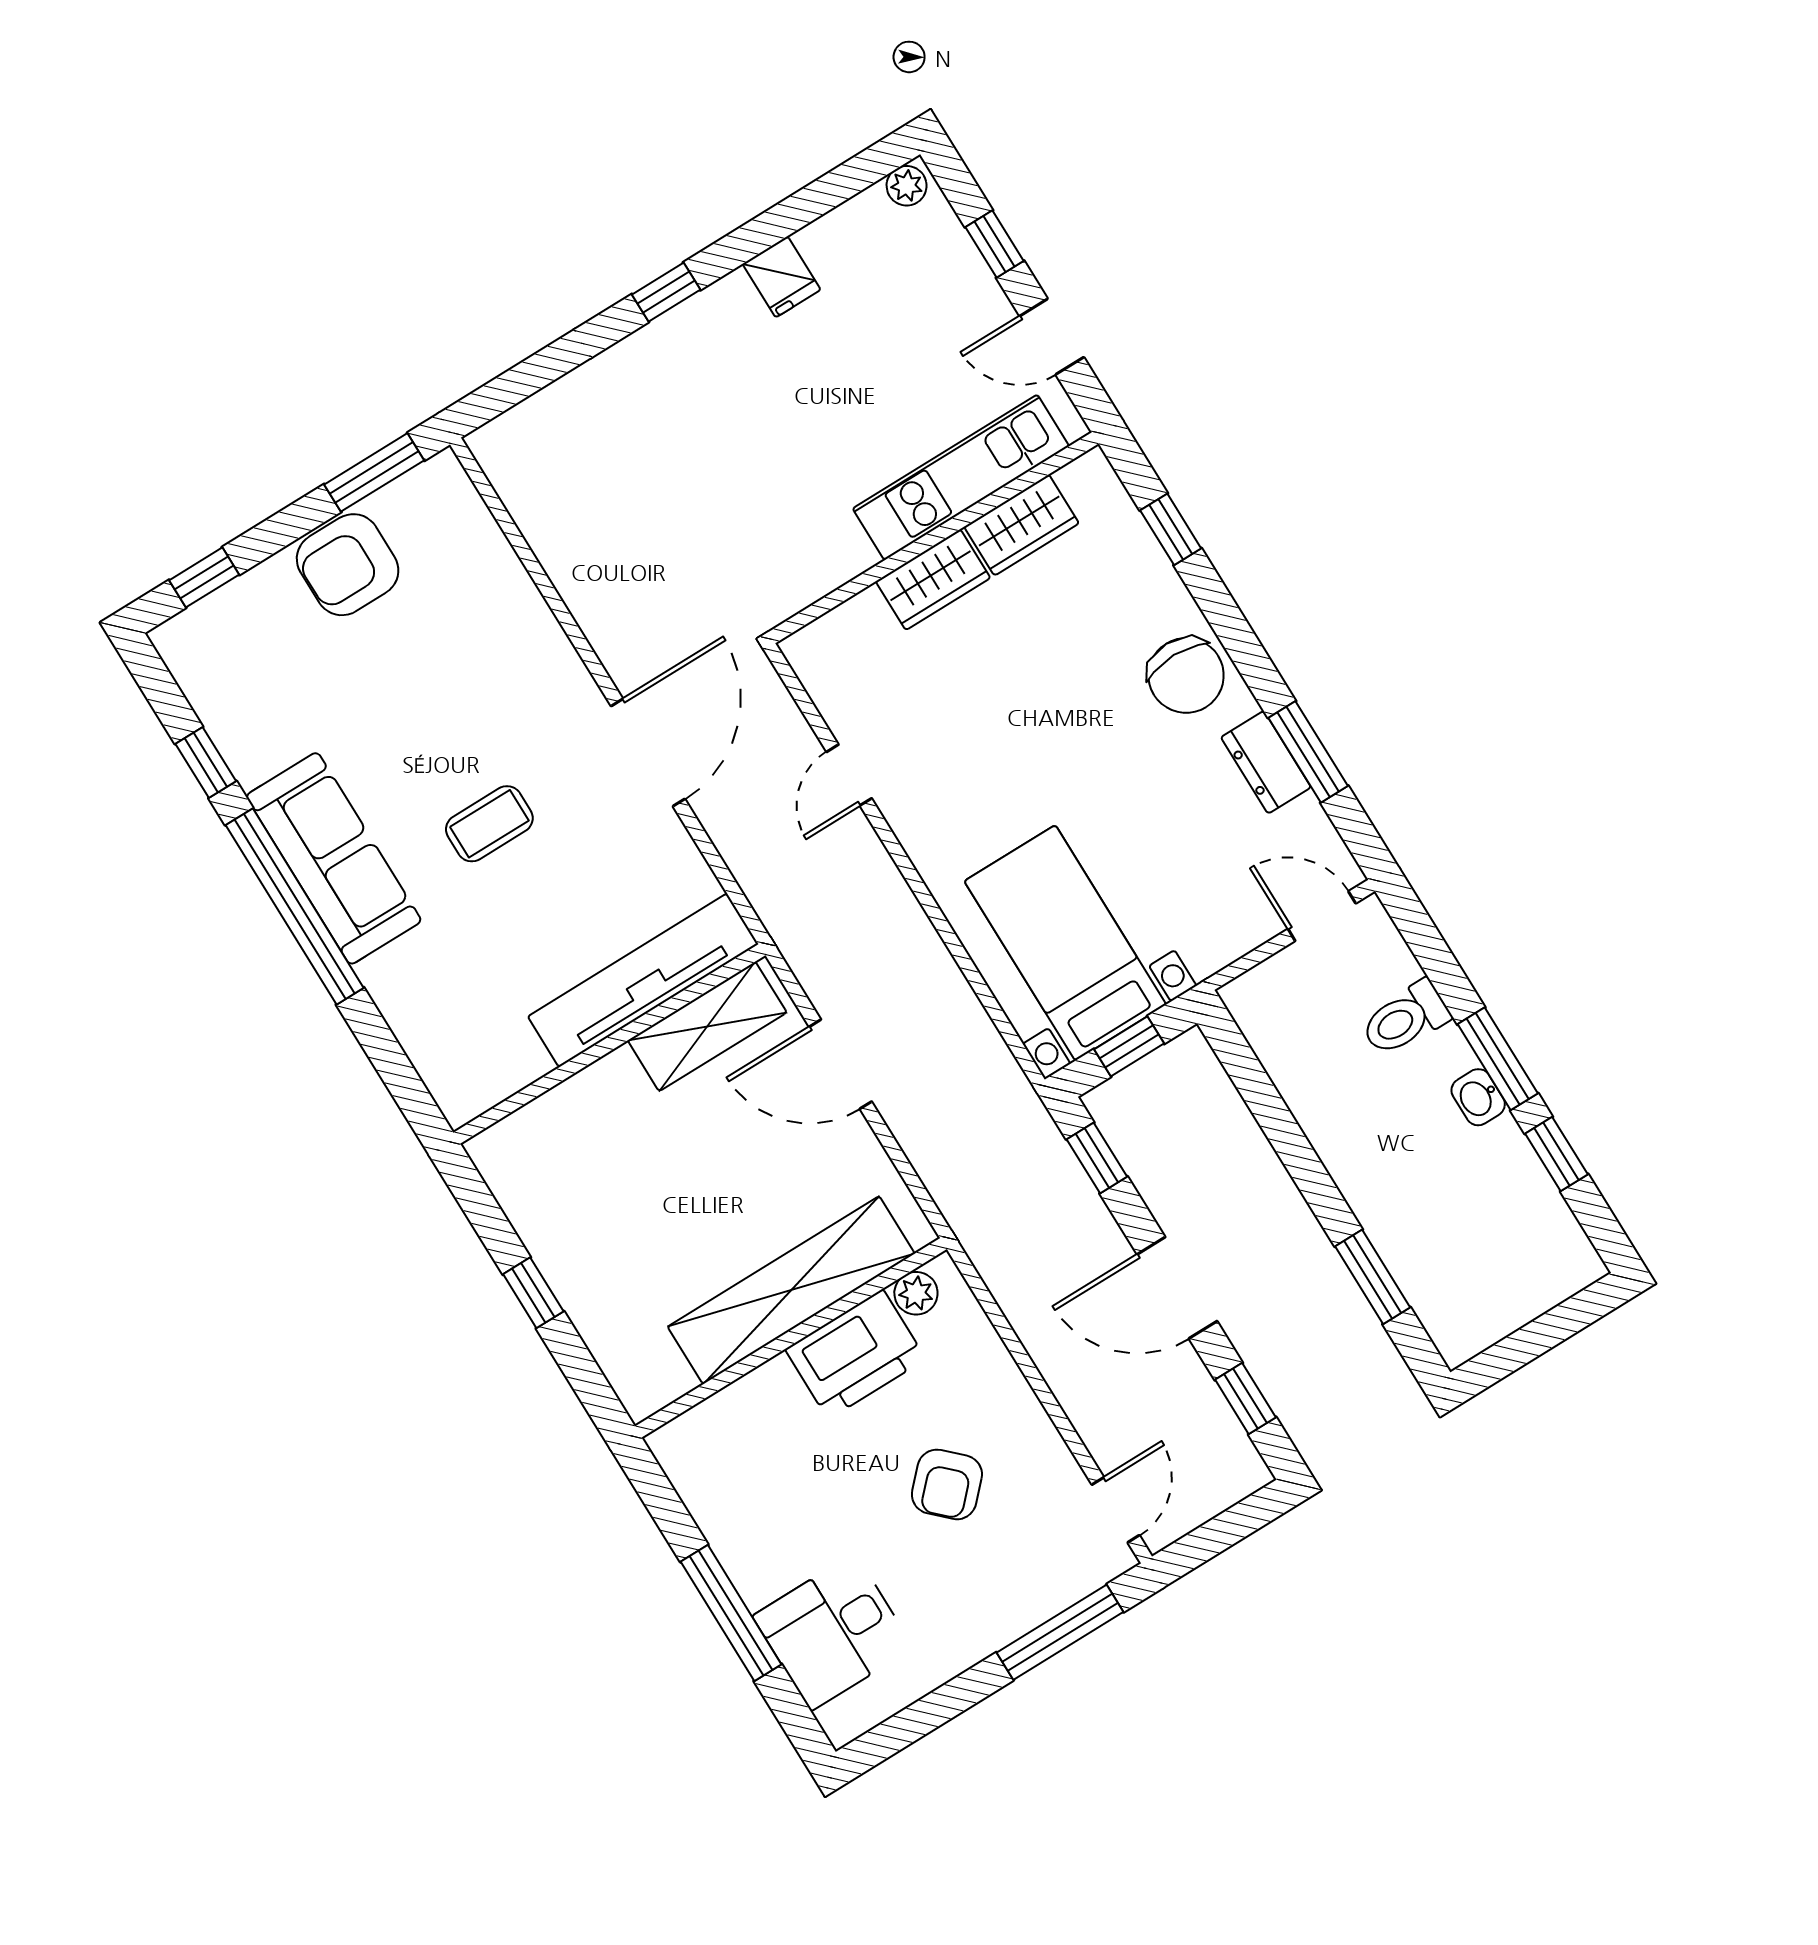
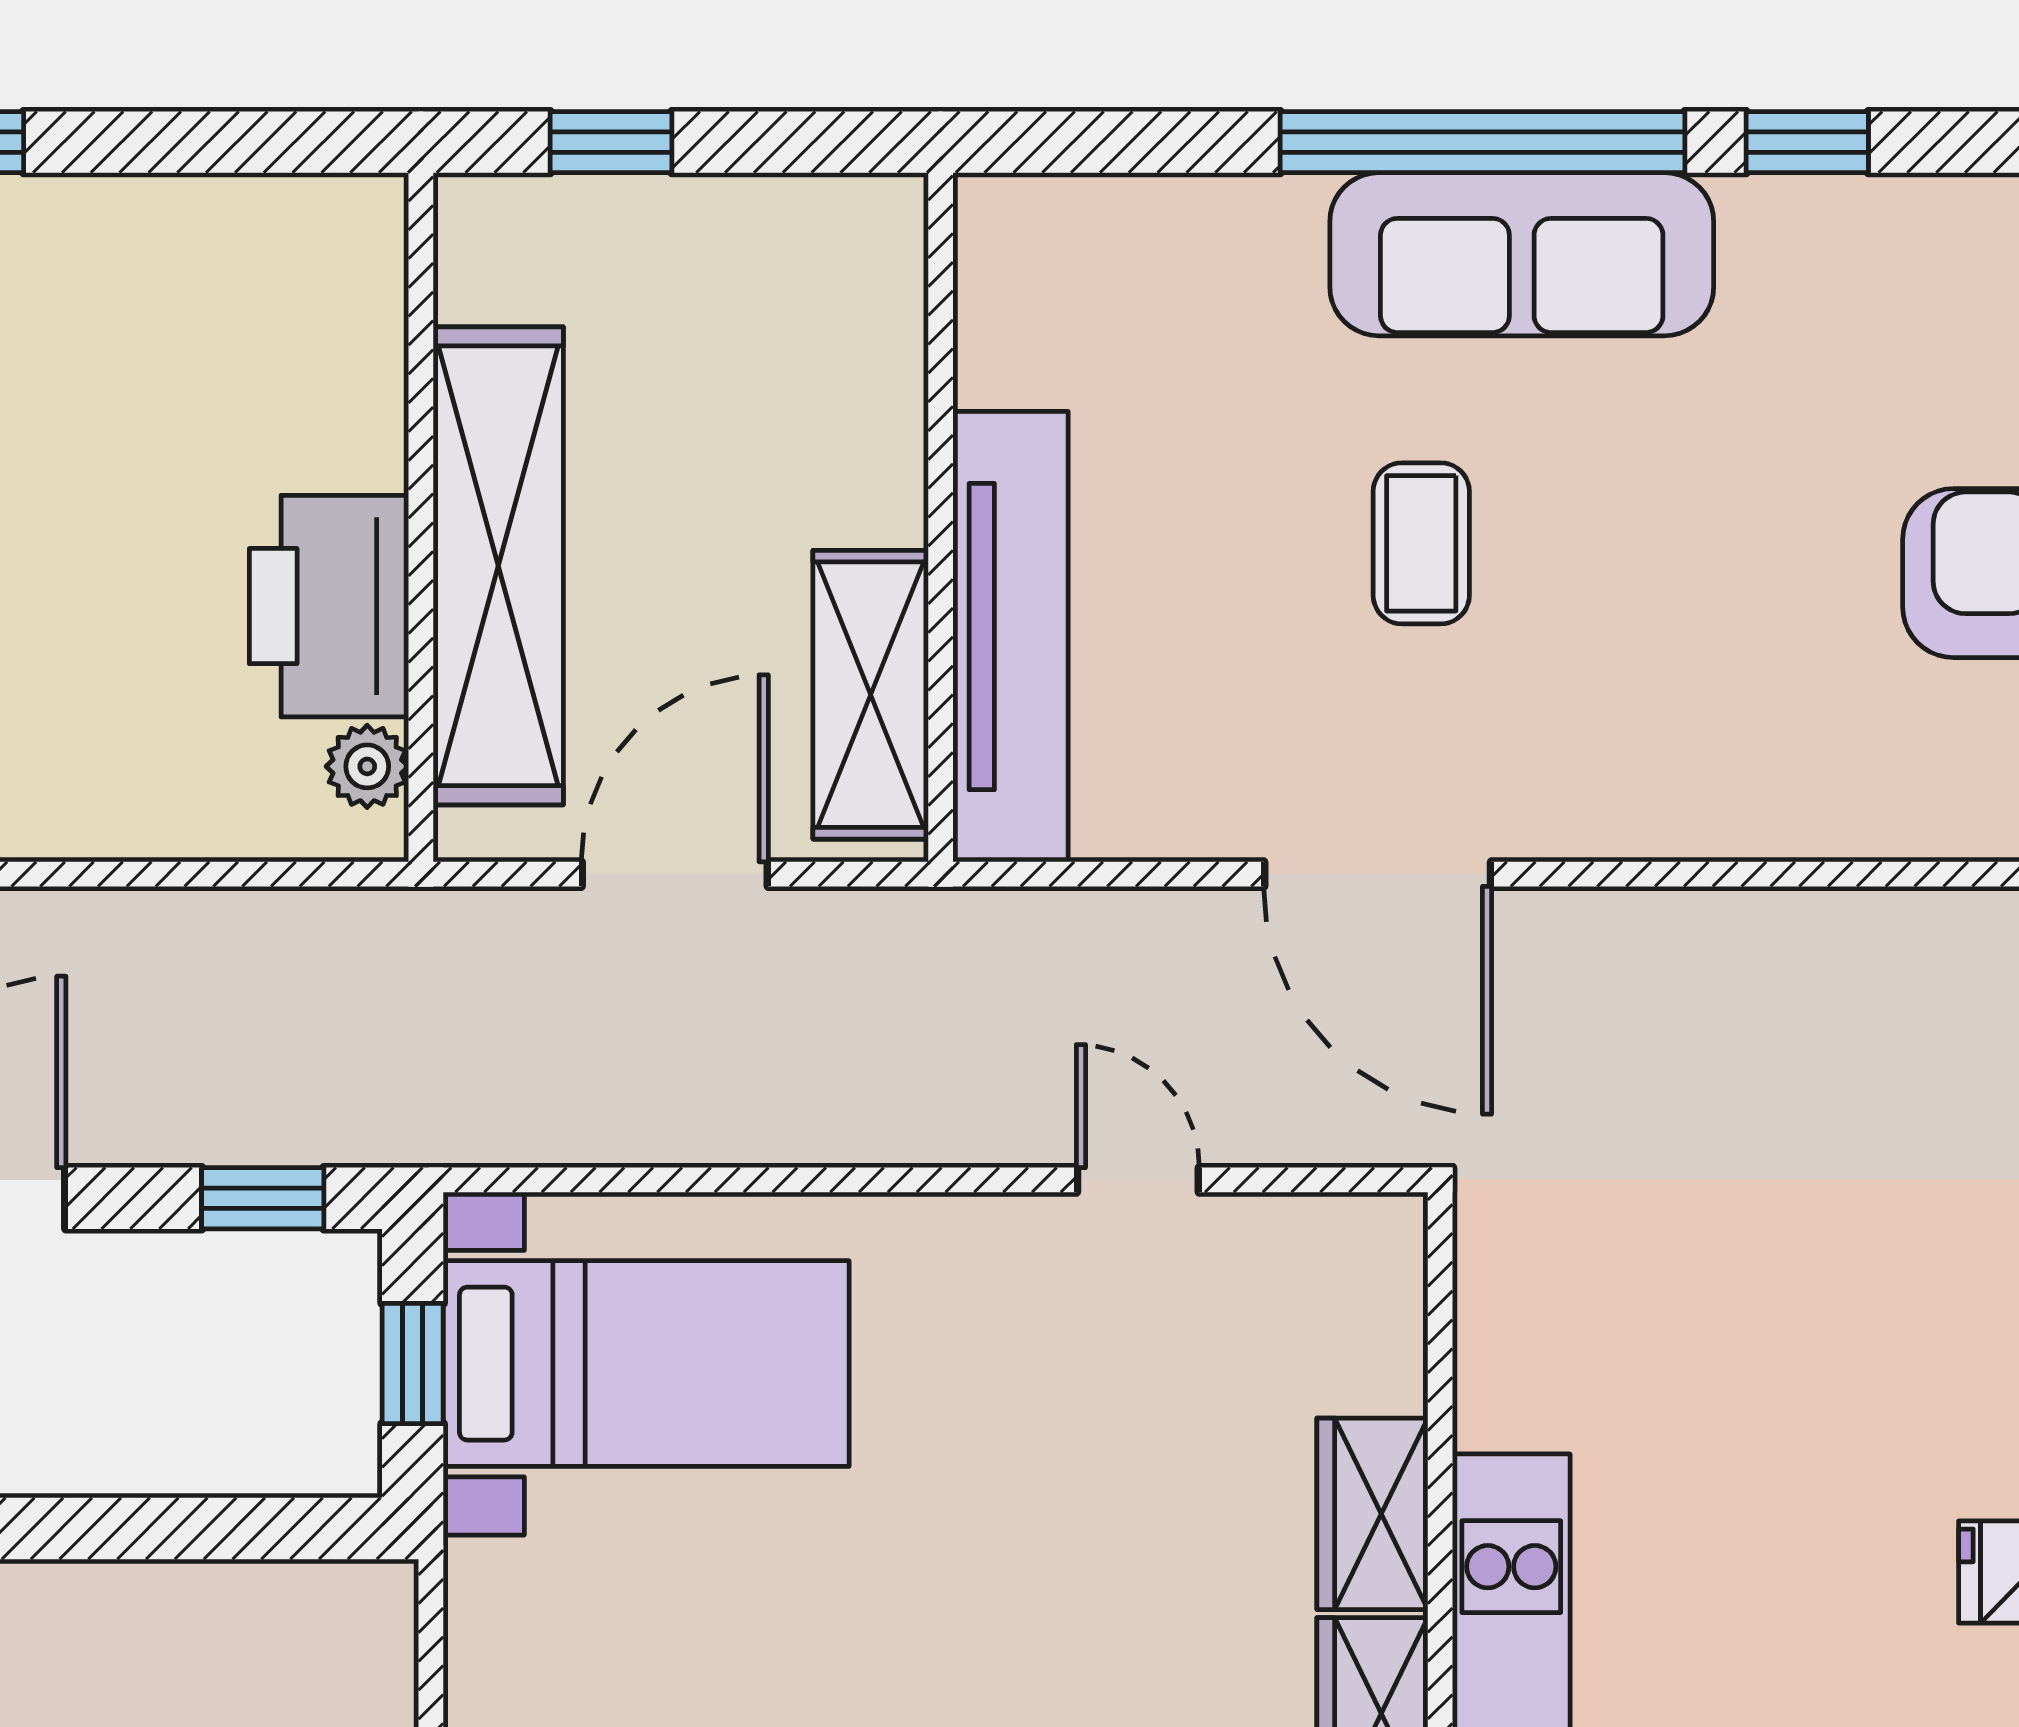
shelving: (791, 1290) -> (498, 566), moved
plant: (916, 1293) -> (367, 766), moved
wall: (791, 1338) -> (421, 517), moved
printer: (855, 1354) -> (329, 606), moved

